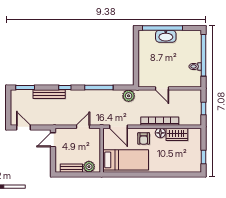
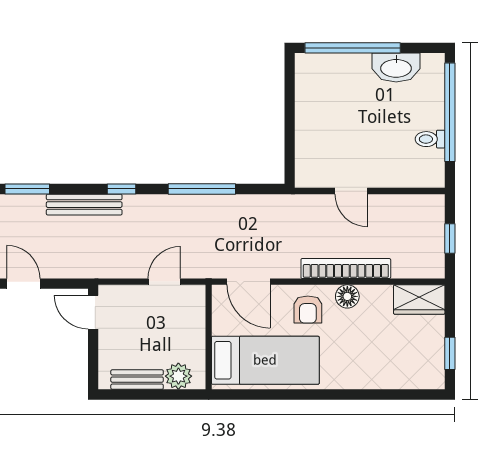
washbasin: (166, 36) -> (396, 67), moved
plant: (129, 96) -> (272, 208), removed
wardrobe: (177, 134) -> (419, 300), moved
door: (53, 140) -> (93, 312), hinge flipped

